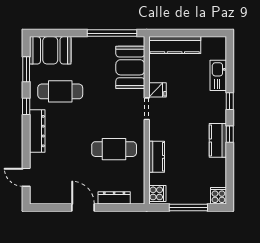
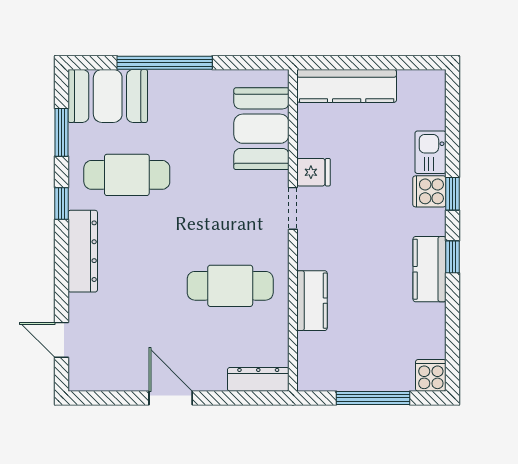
window: (112, 33) -> (165, 63), moved
kitchen sink: (218, 75) -> (430, 152), width x0.73
cooker: (157, 193) -> (429, 191), moved, turned 180
dresser: (114, 198) -> (258, 379), moved

